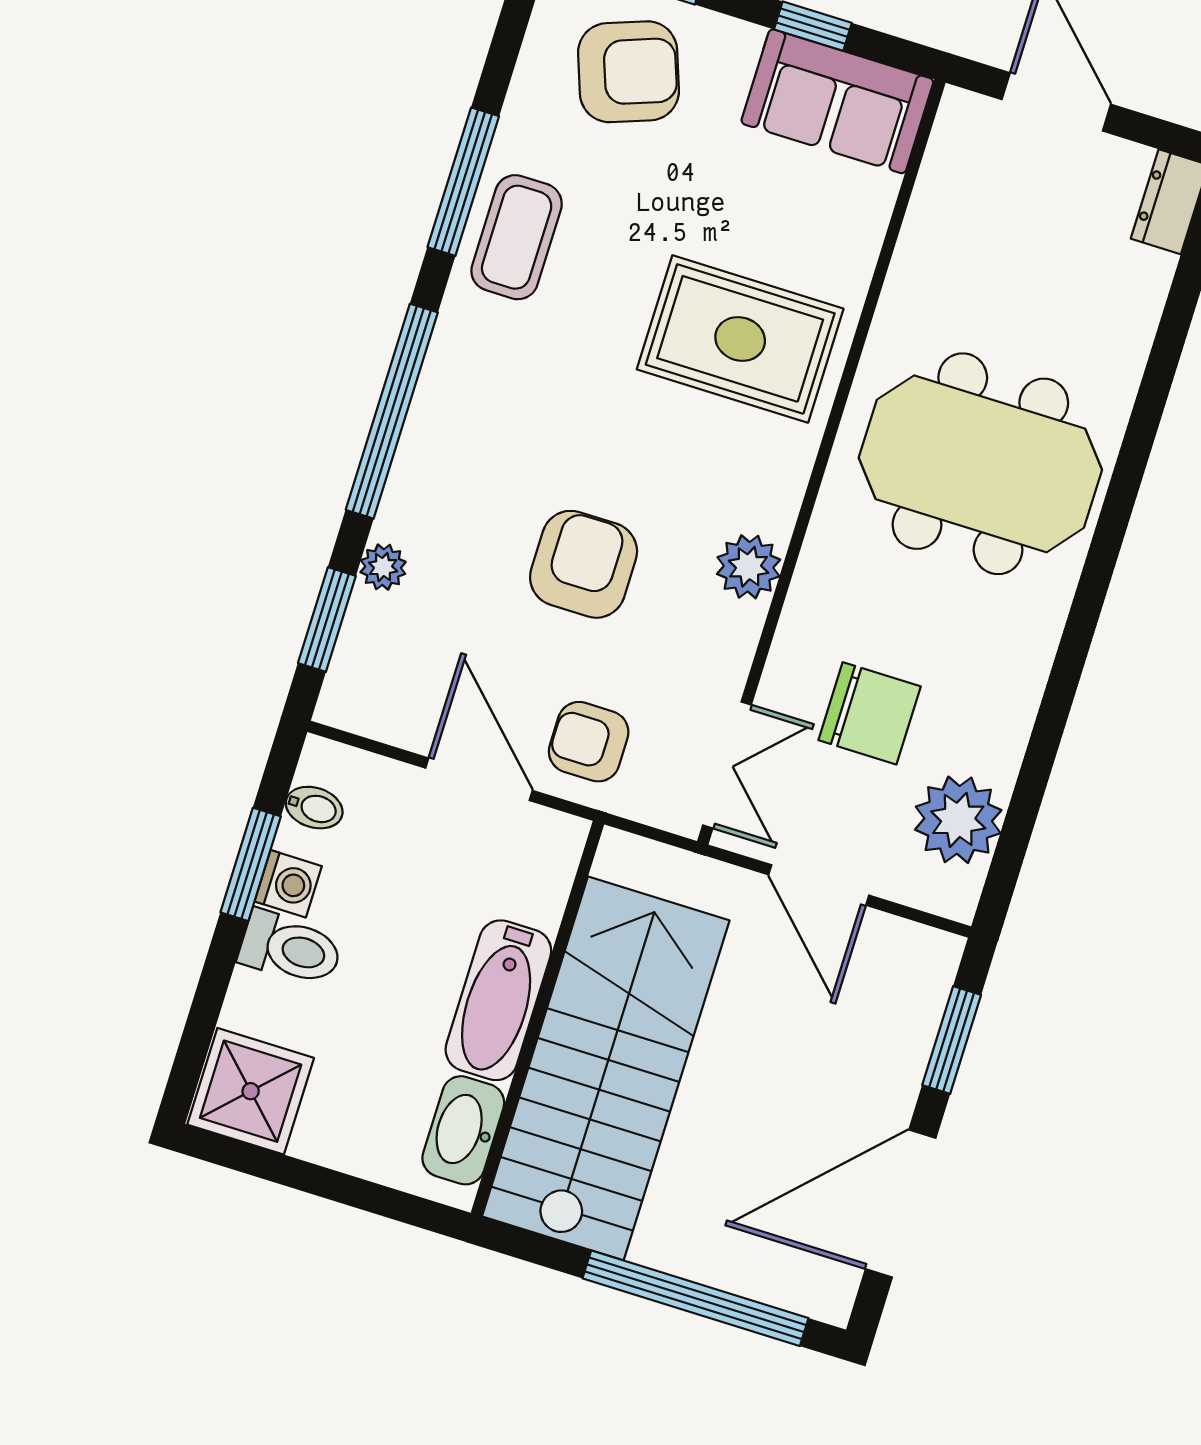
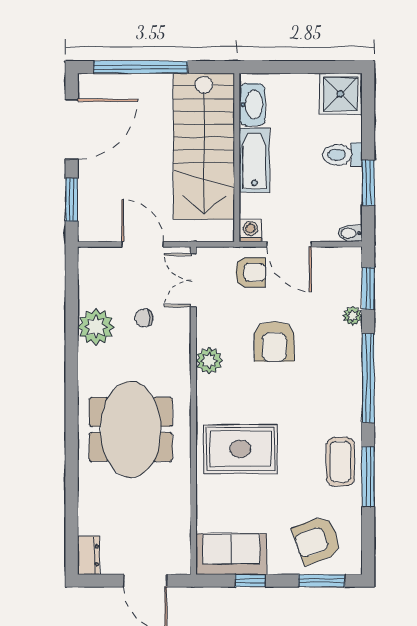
meeting table: (980, 464) -> (131, 429), turned 90
chair: (870, 713) -> (144, 318), width x0.54, depth x0.54
bidet: (314, 808) -> (350, 233), moved
plant: (958, 820) -> (96, 327), moved
washing machine: (288, 884) -> (250, 231), moved, turned 90

